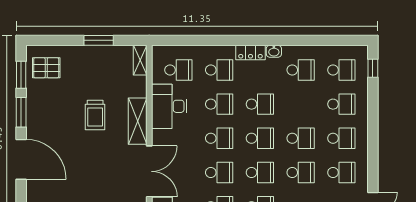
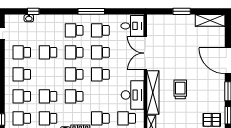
school desk: (219, 104) -> (100, 96), removed
shelving: (138, 121) -> (153, 92), width x1.47
school desk: (301, 138) -> (48, 96), moved

